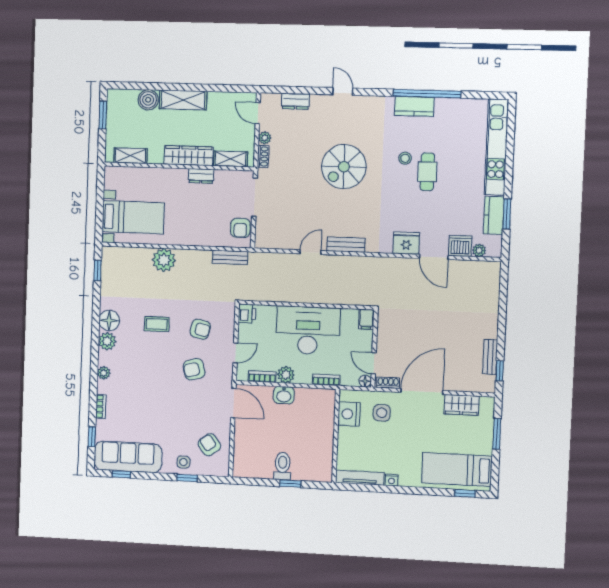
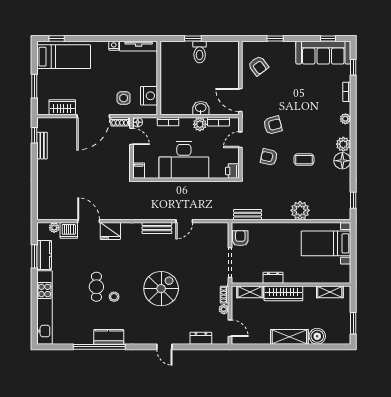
side table: (183, 462) -> (278, 51), removed

